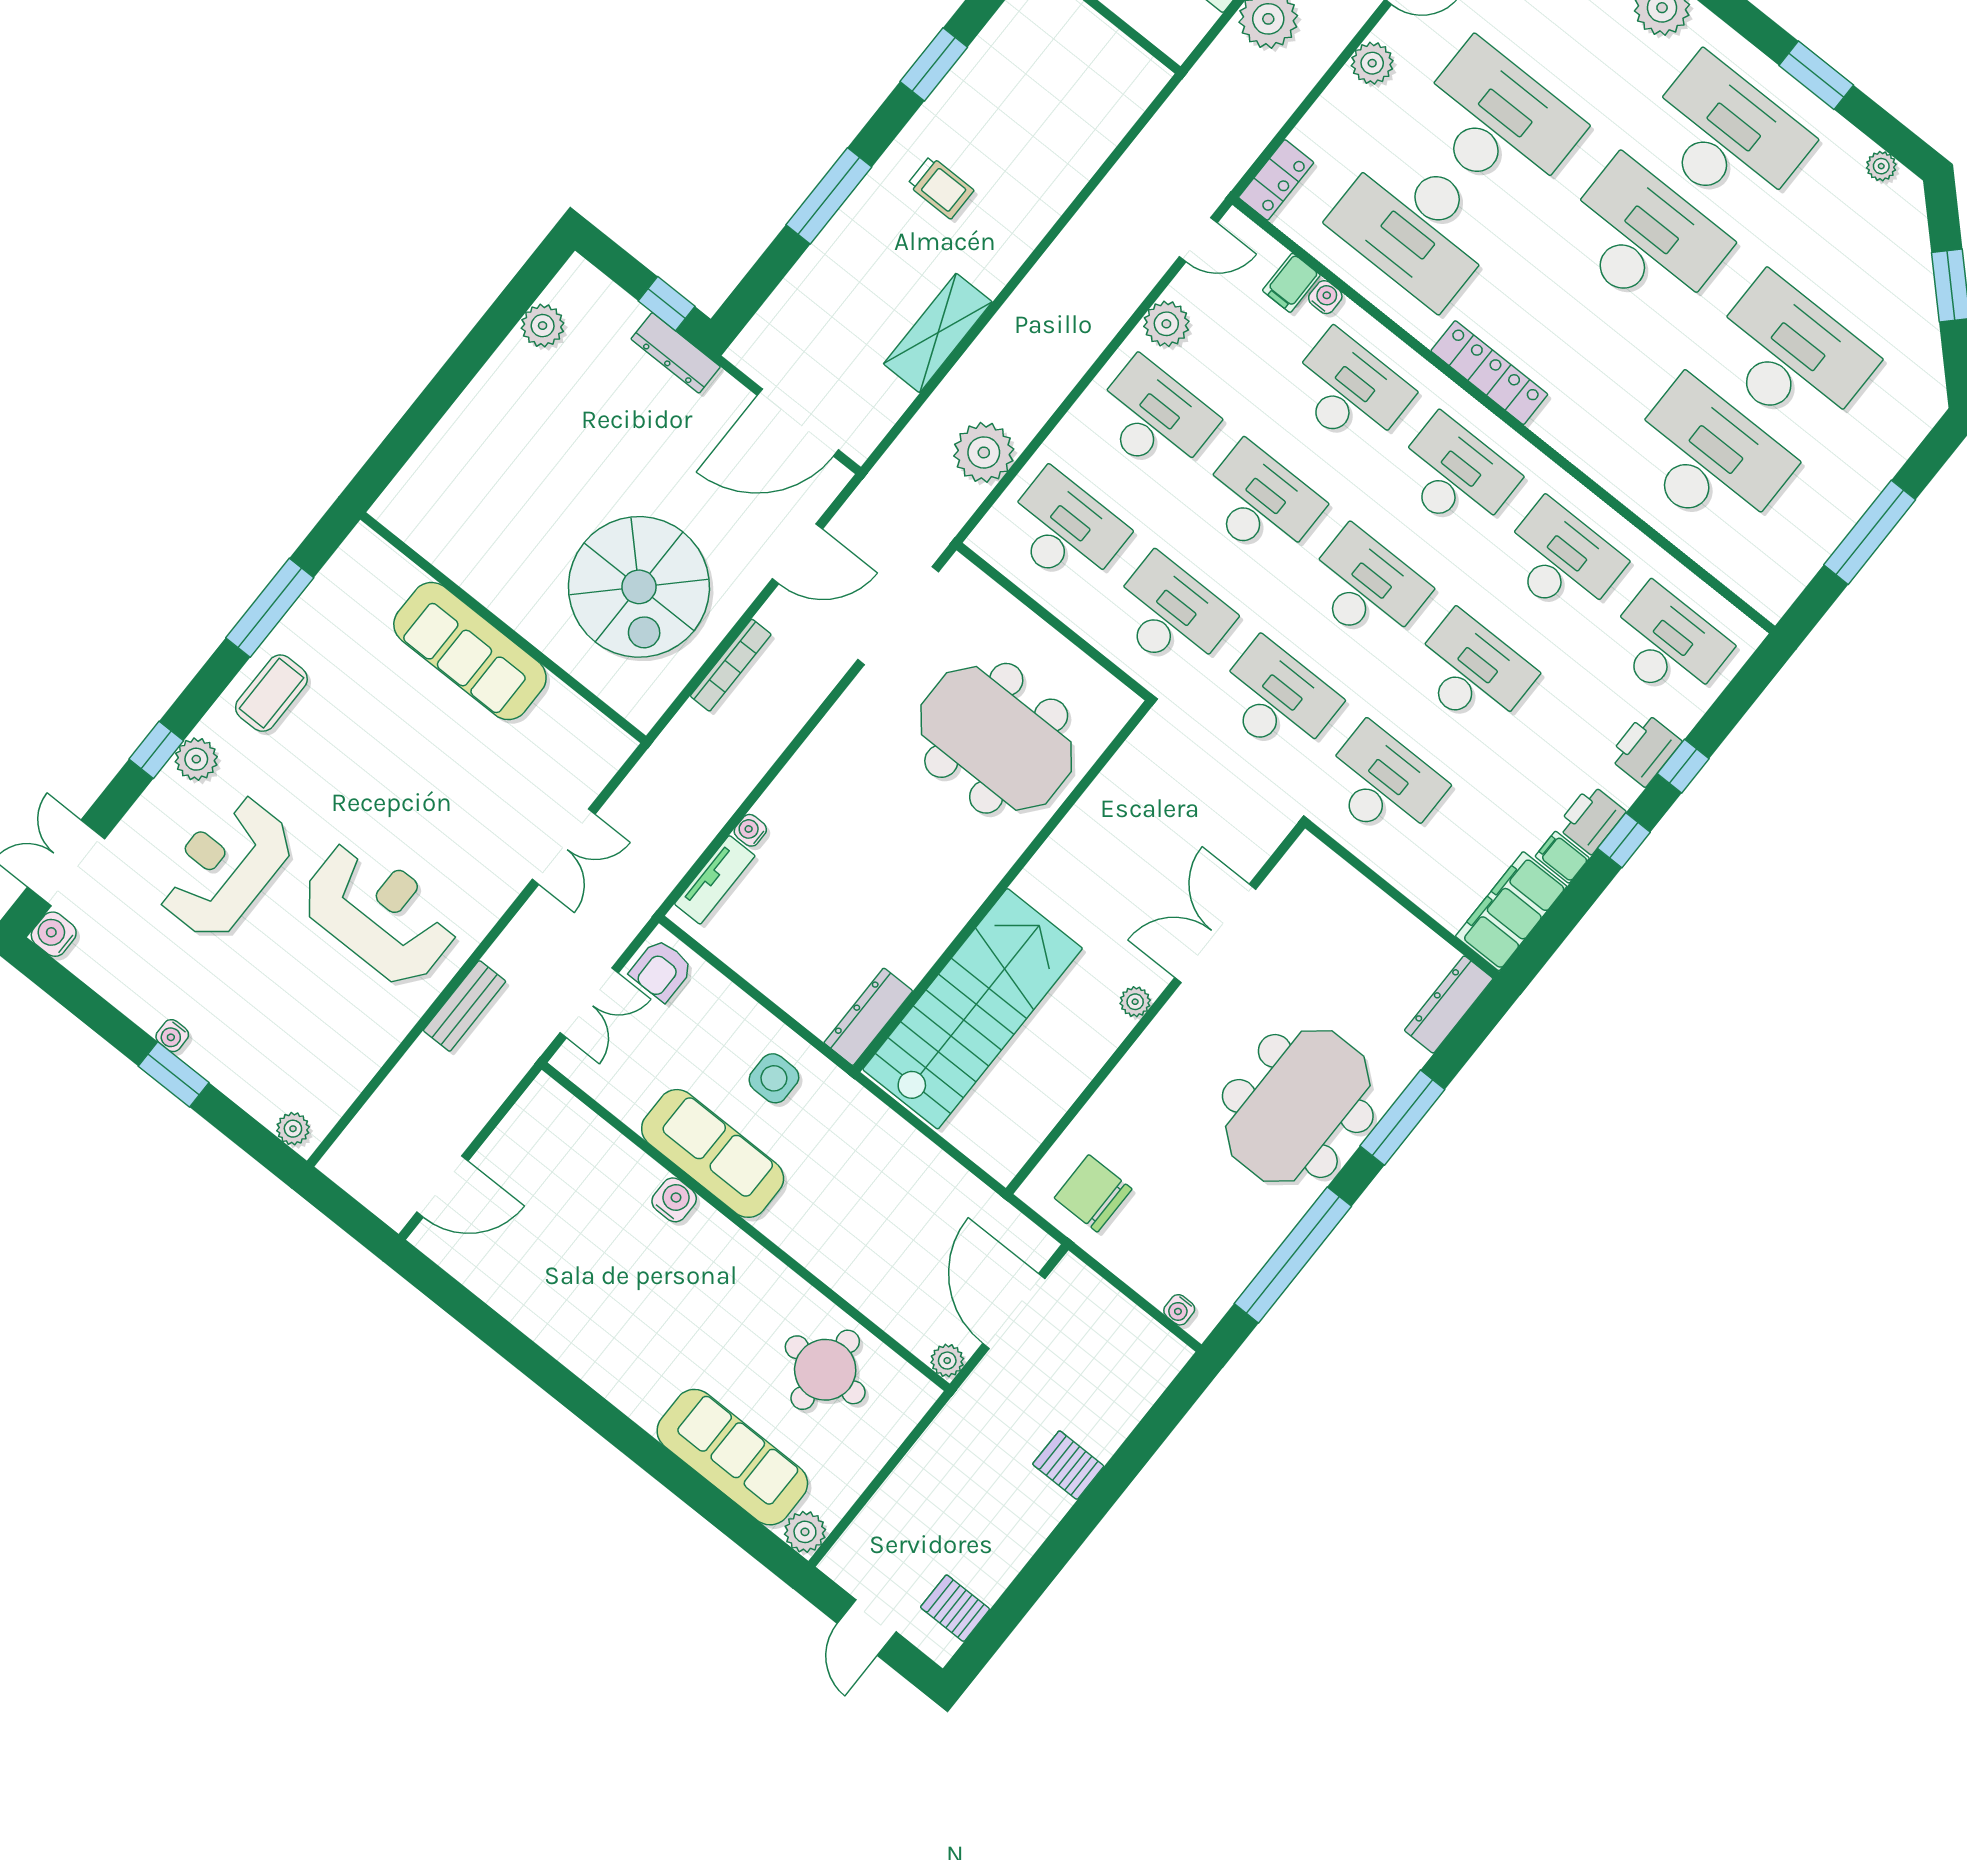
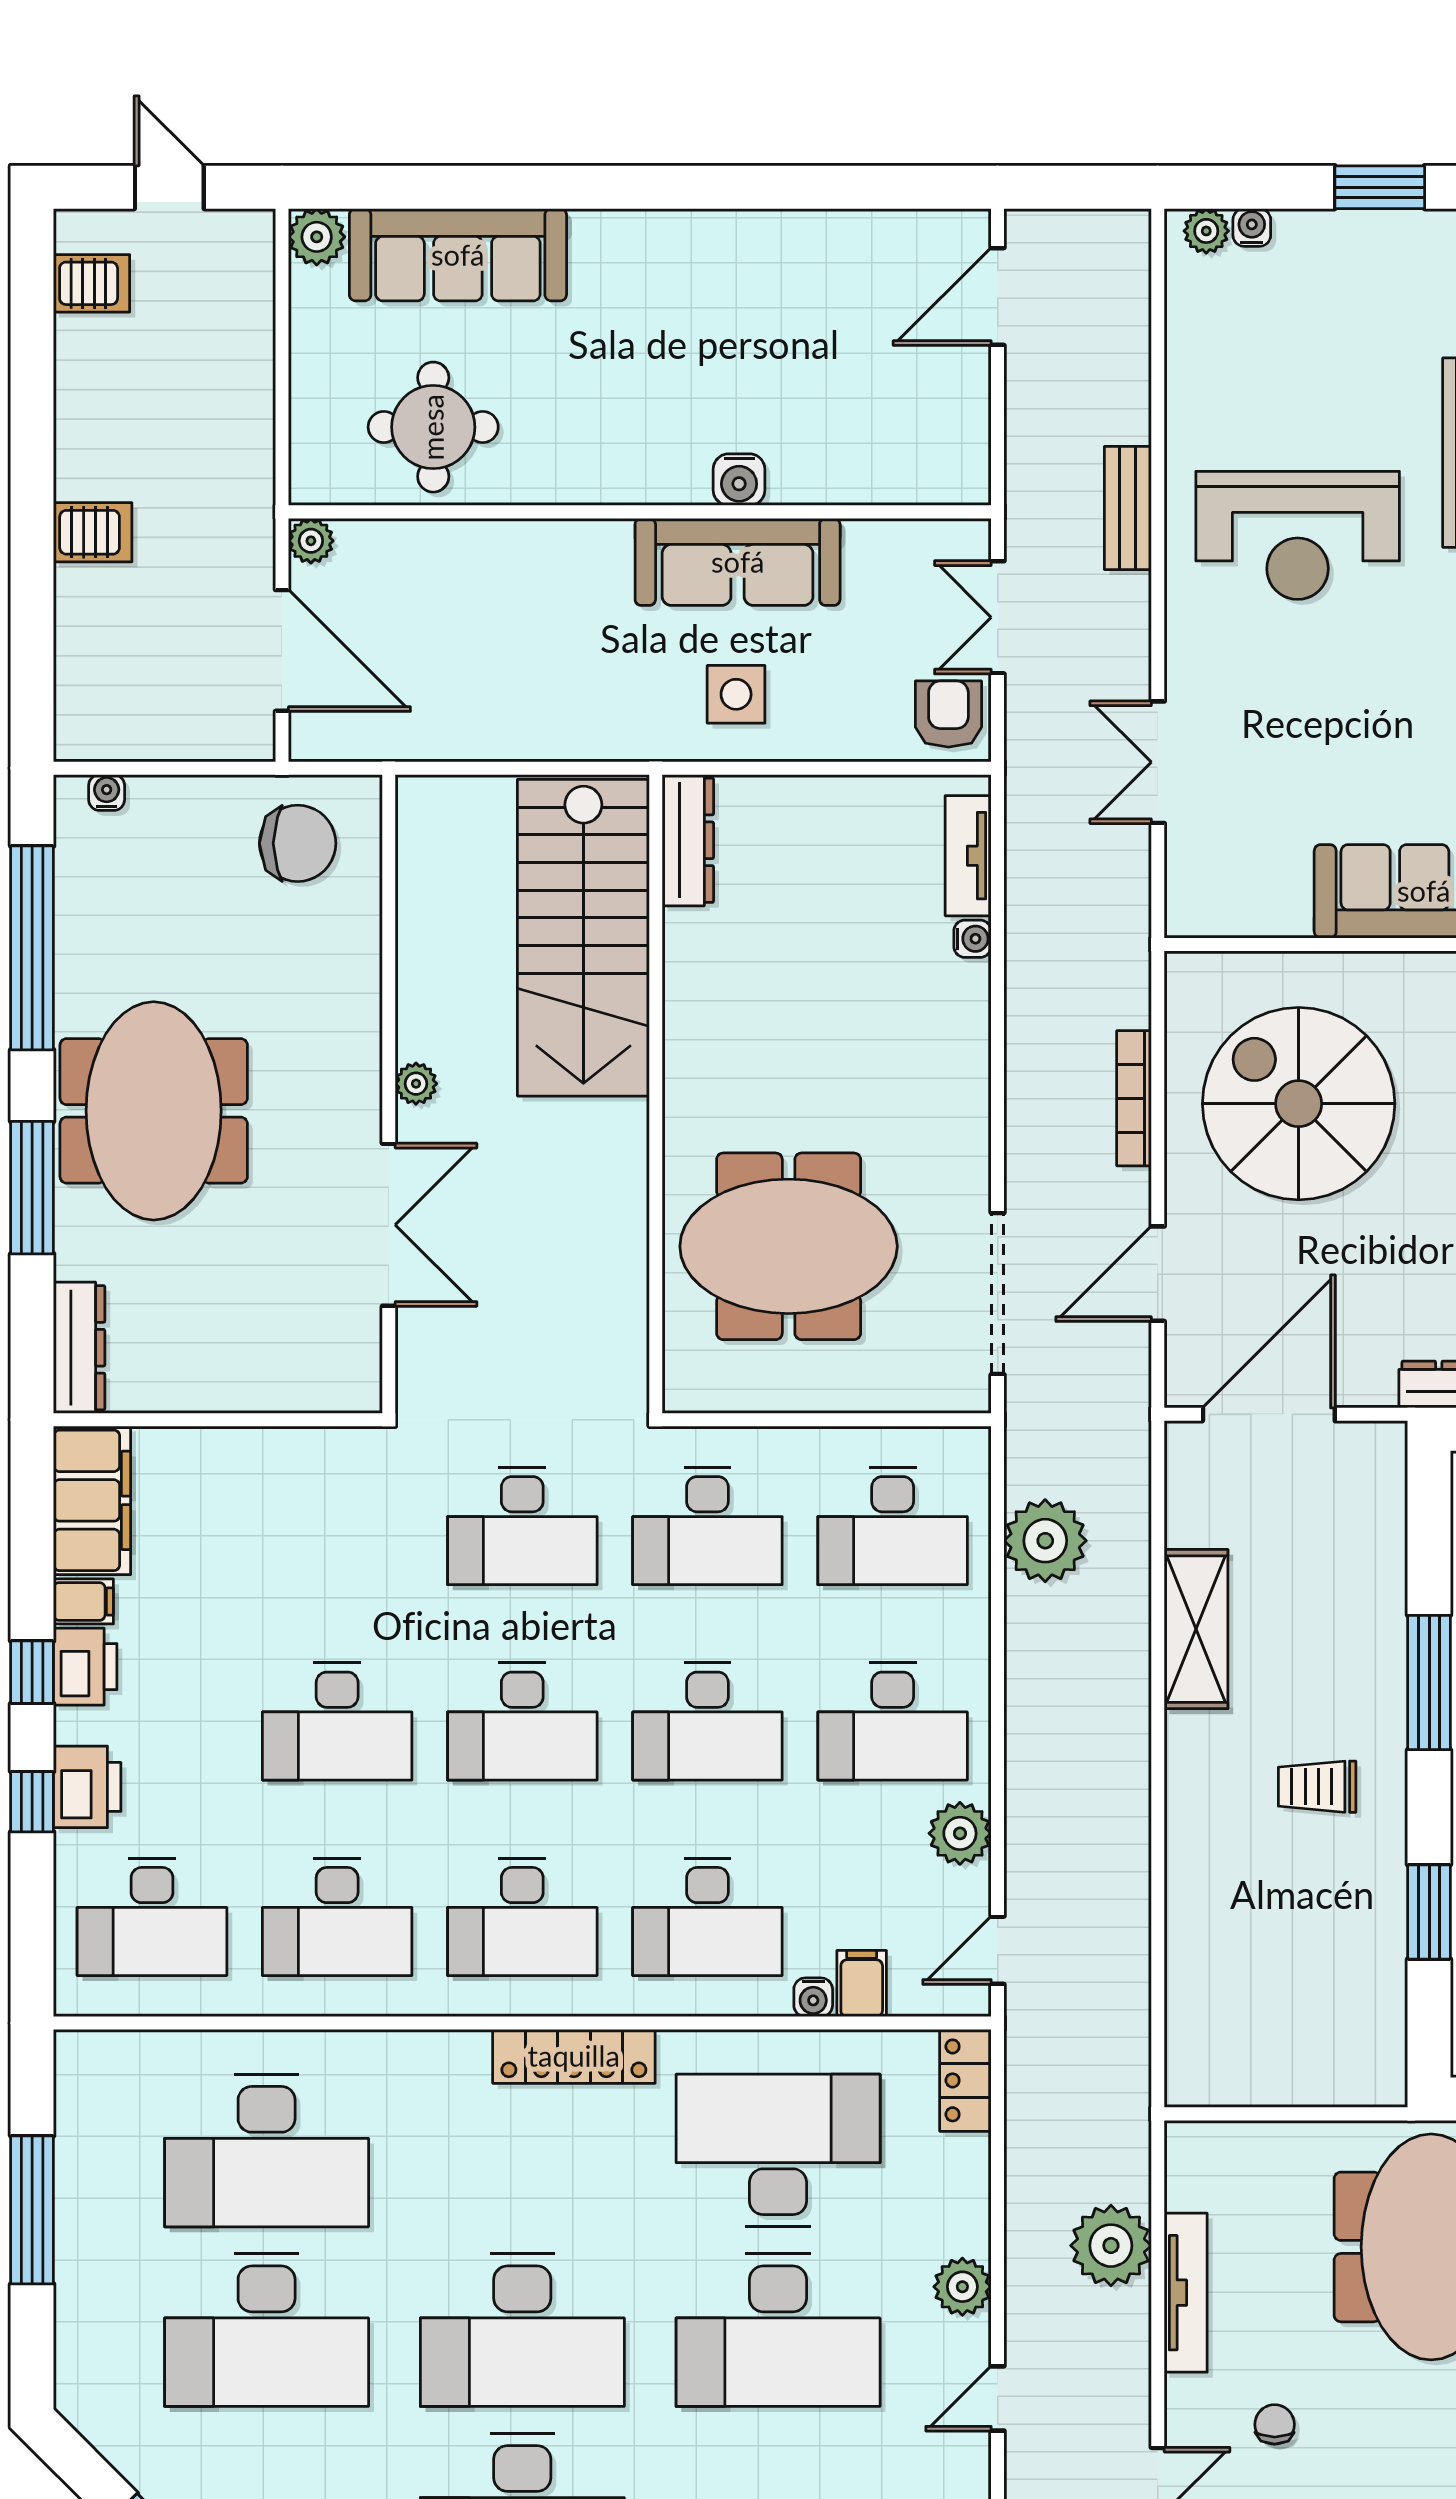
desk: (1382, 785) -> (337, 1526), removed
water cooler: (172, 1036) -> (1252, 227), moved

